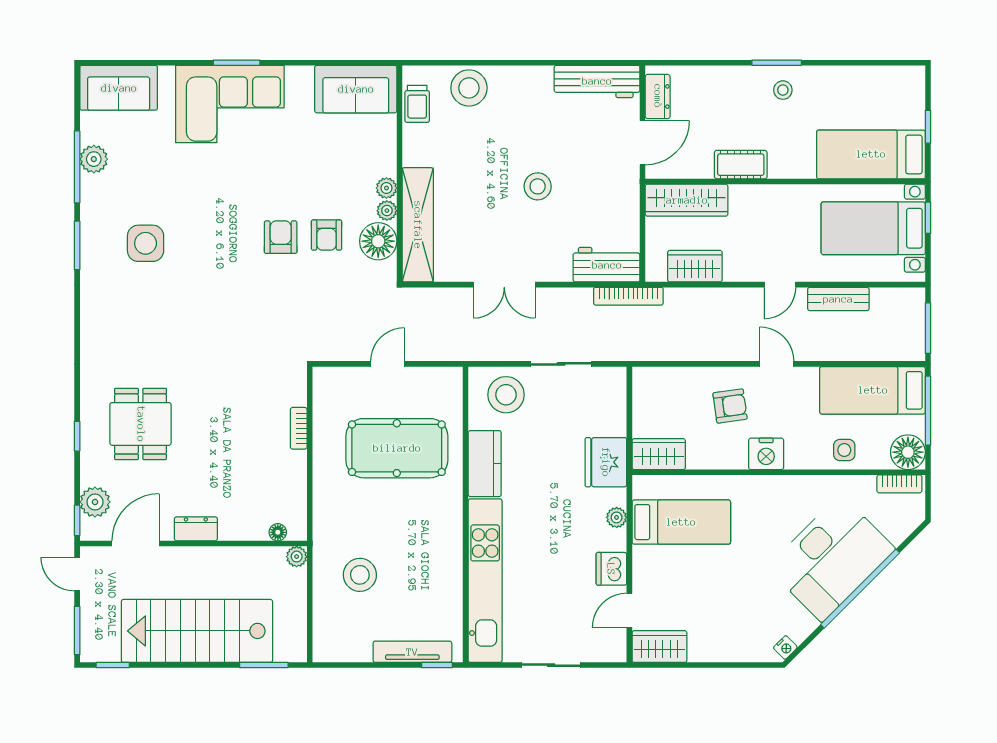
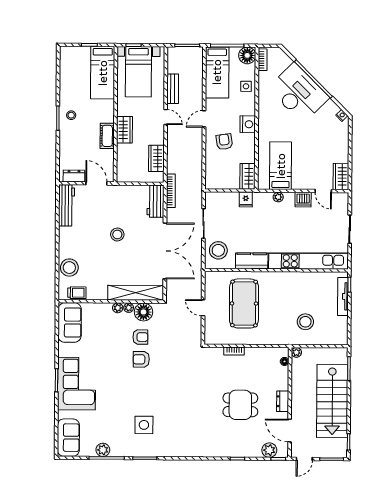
wardrobe: (687, 200) -> (125, 130), moved, width x0.67
double door: (504, 285) -> (165, 251), width x1.87
dining table: (141, 424) -> (240, 405), moved
fridge: (606, 462) -> (246, 199), width x0.53, depth x0.75

